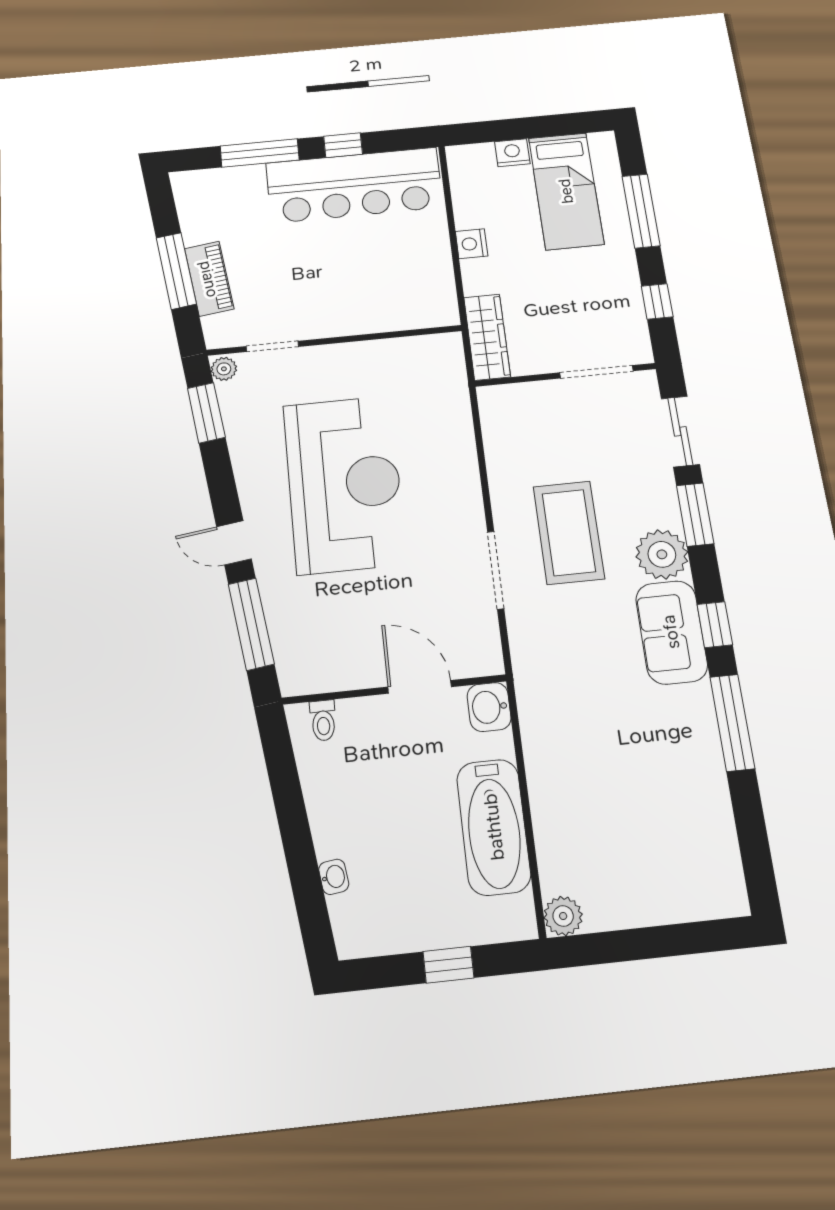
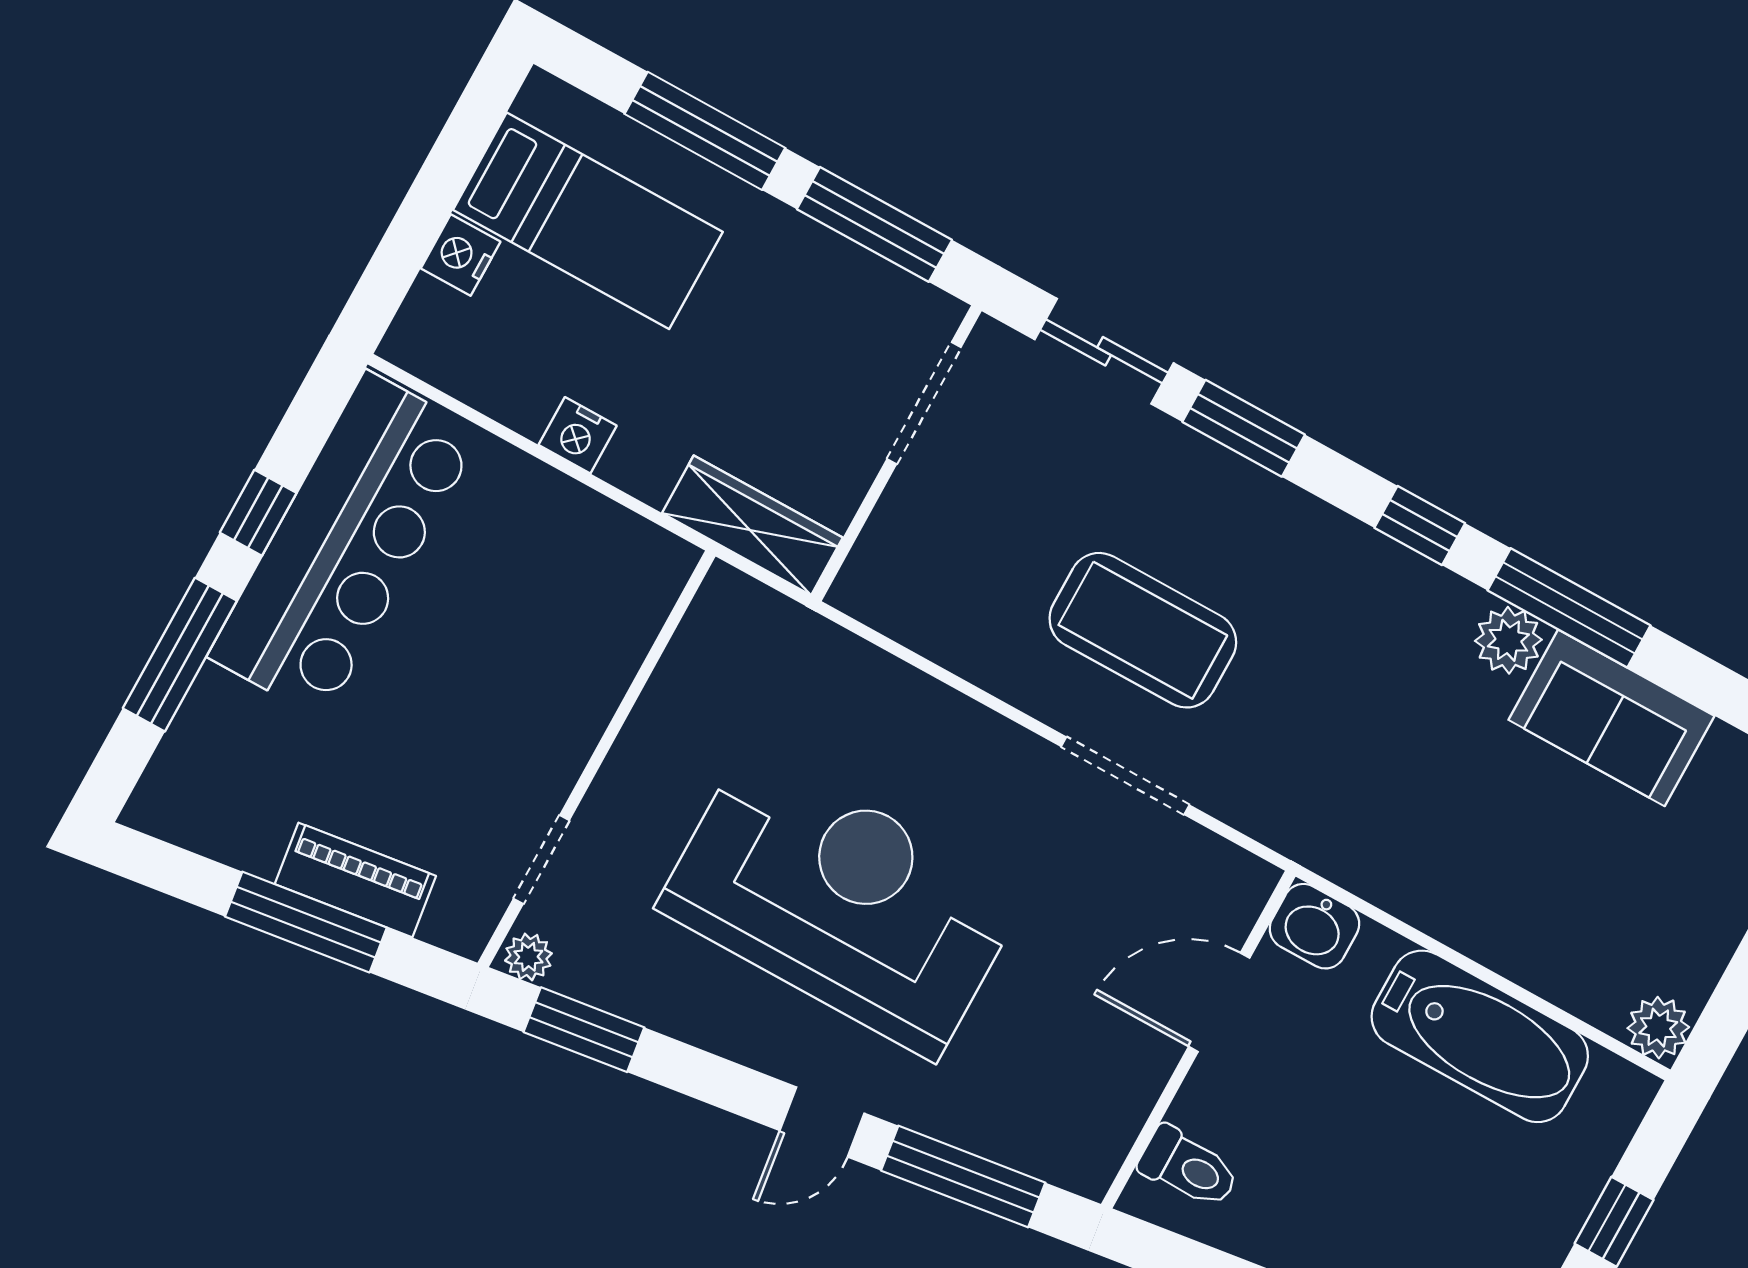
window: (657, 301) -> (874, 224), width x2.17
plant: (662, 554) -> (1508, 640), moved, width x0.73, depth x0.73
sofa: (671, 632) -> (1611, 718), moved
toilet: (323, 720) -> (1189, 1168), width x1.37, depth x1.39

